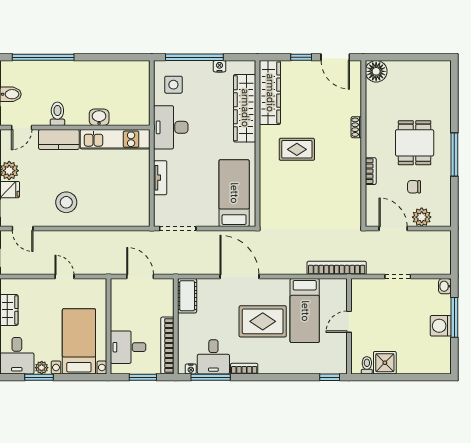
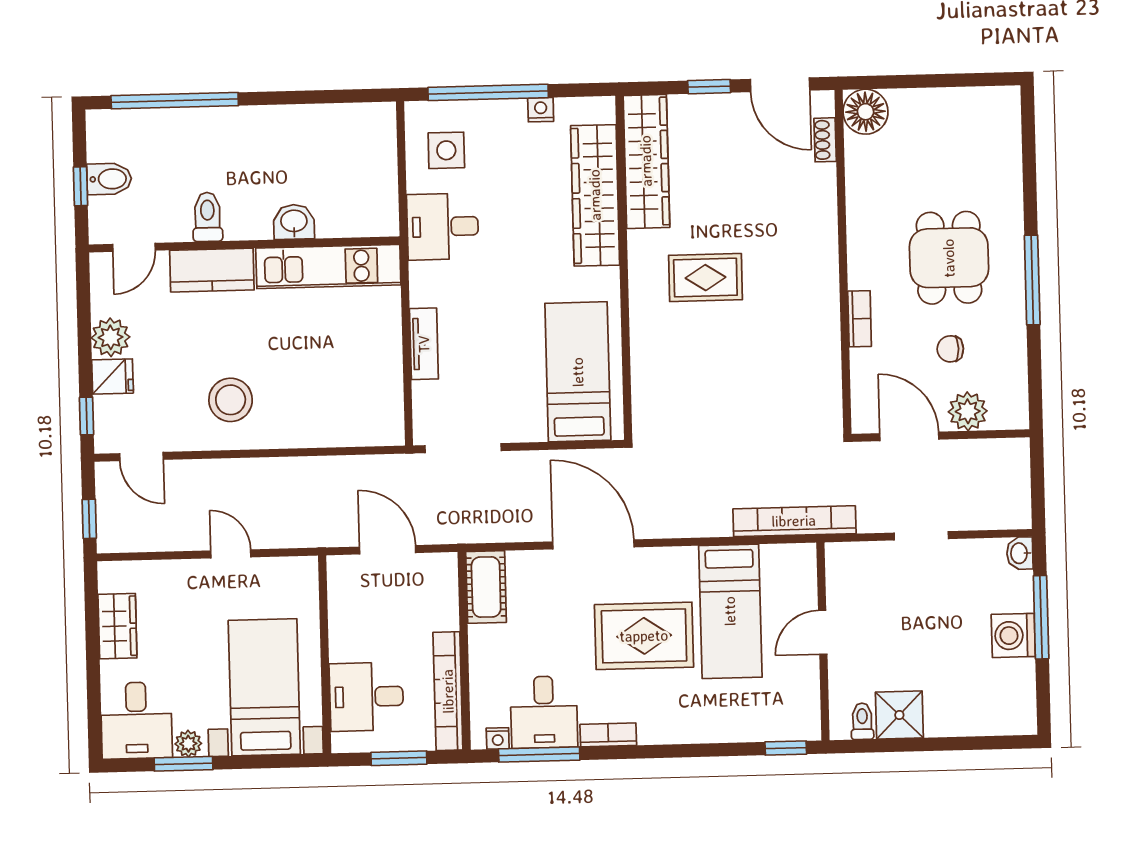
desk: (171, 127) -> (443, 227), width x0.73
shoe rack: (356, 127) -> (825, 140), moved

